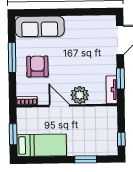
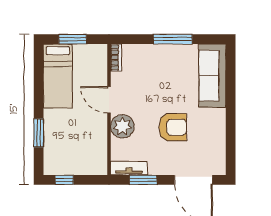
armchair: (37, 66) -> (173, 127), moved
door: (59, 106) -> (109, 100), swing flipped

